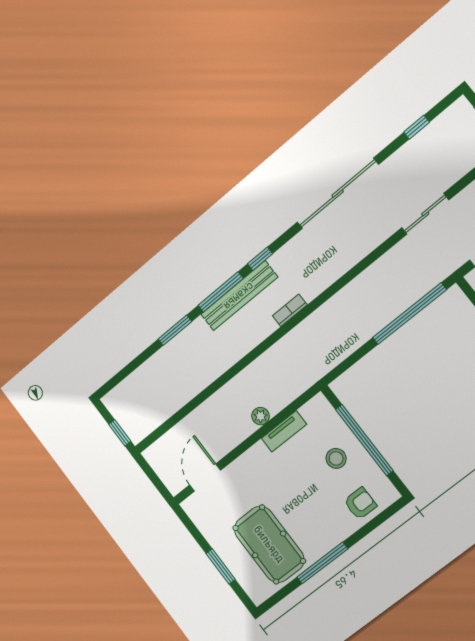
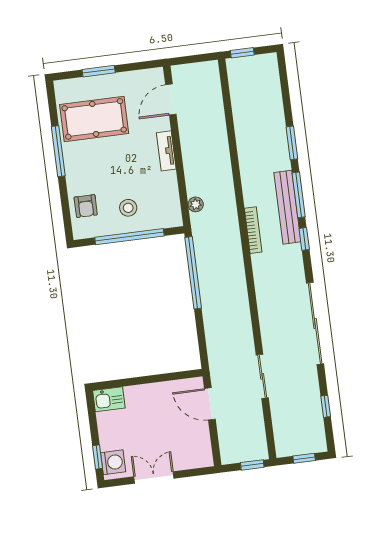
bookcase: (290, 310) -> (253, 230), width x1.56
window: (410, 314) -> (193, 273), moved
plant: (261, 416) -> (196, 204), moved
tv unit: (284, 431) -> (166, 151), moved
door: (205, 478) -> (171, 100), swing flipped

